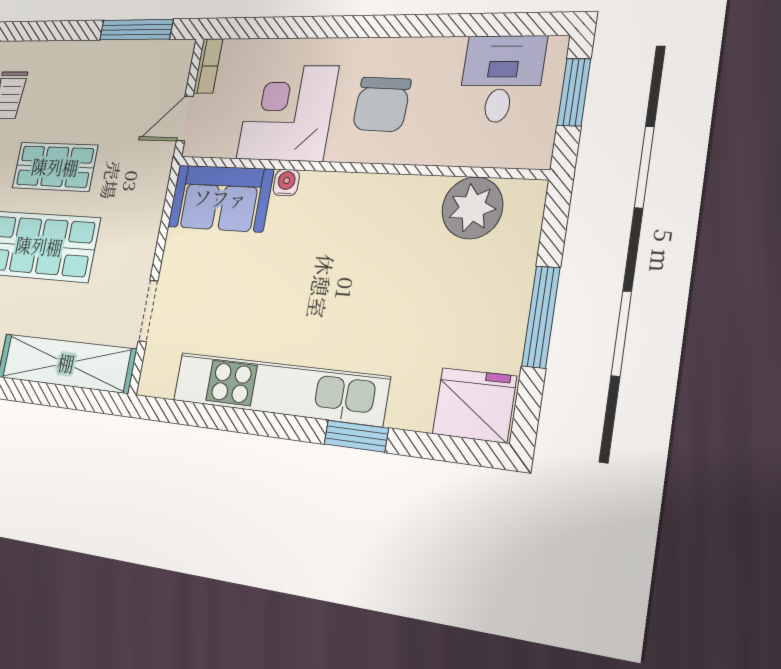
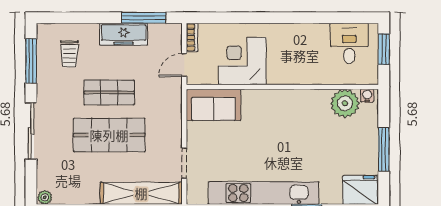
freezer: (99, 60) -> (124, 34), added
chair: (382, 104) -> (292, 56), removed
water cooler: (286, 183) -> (367, 96), moved

